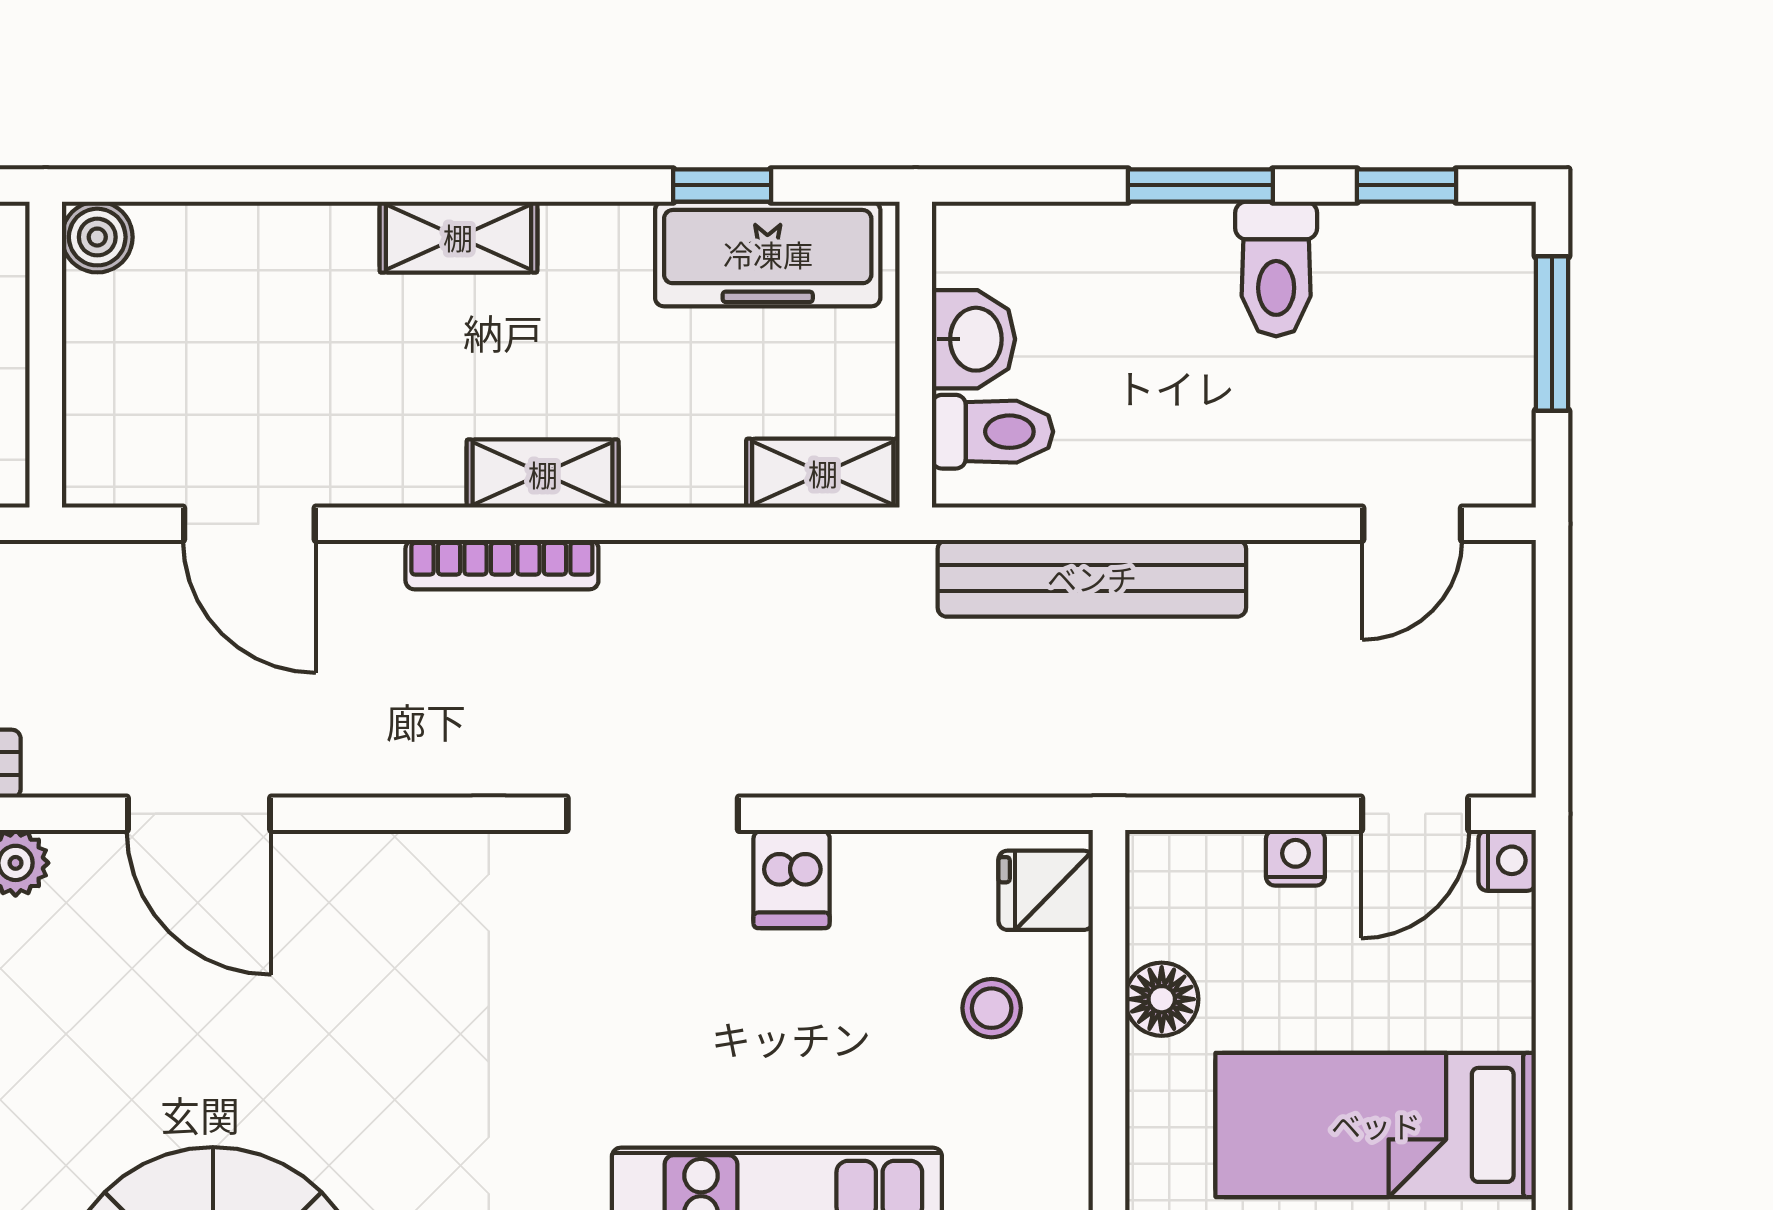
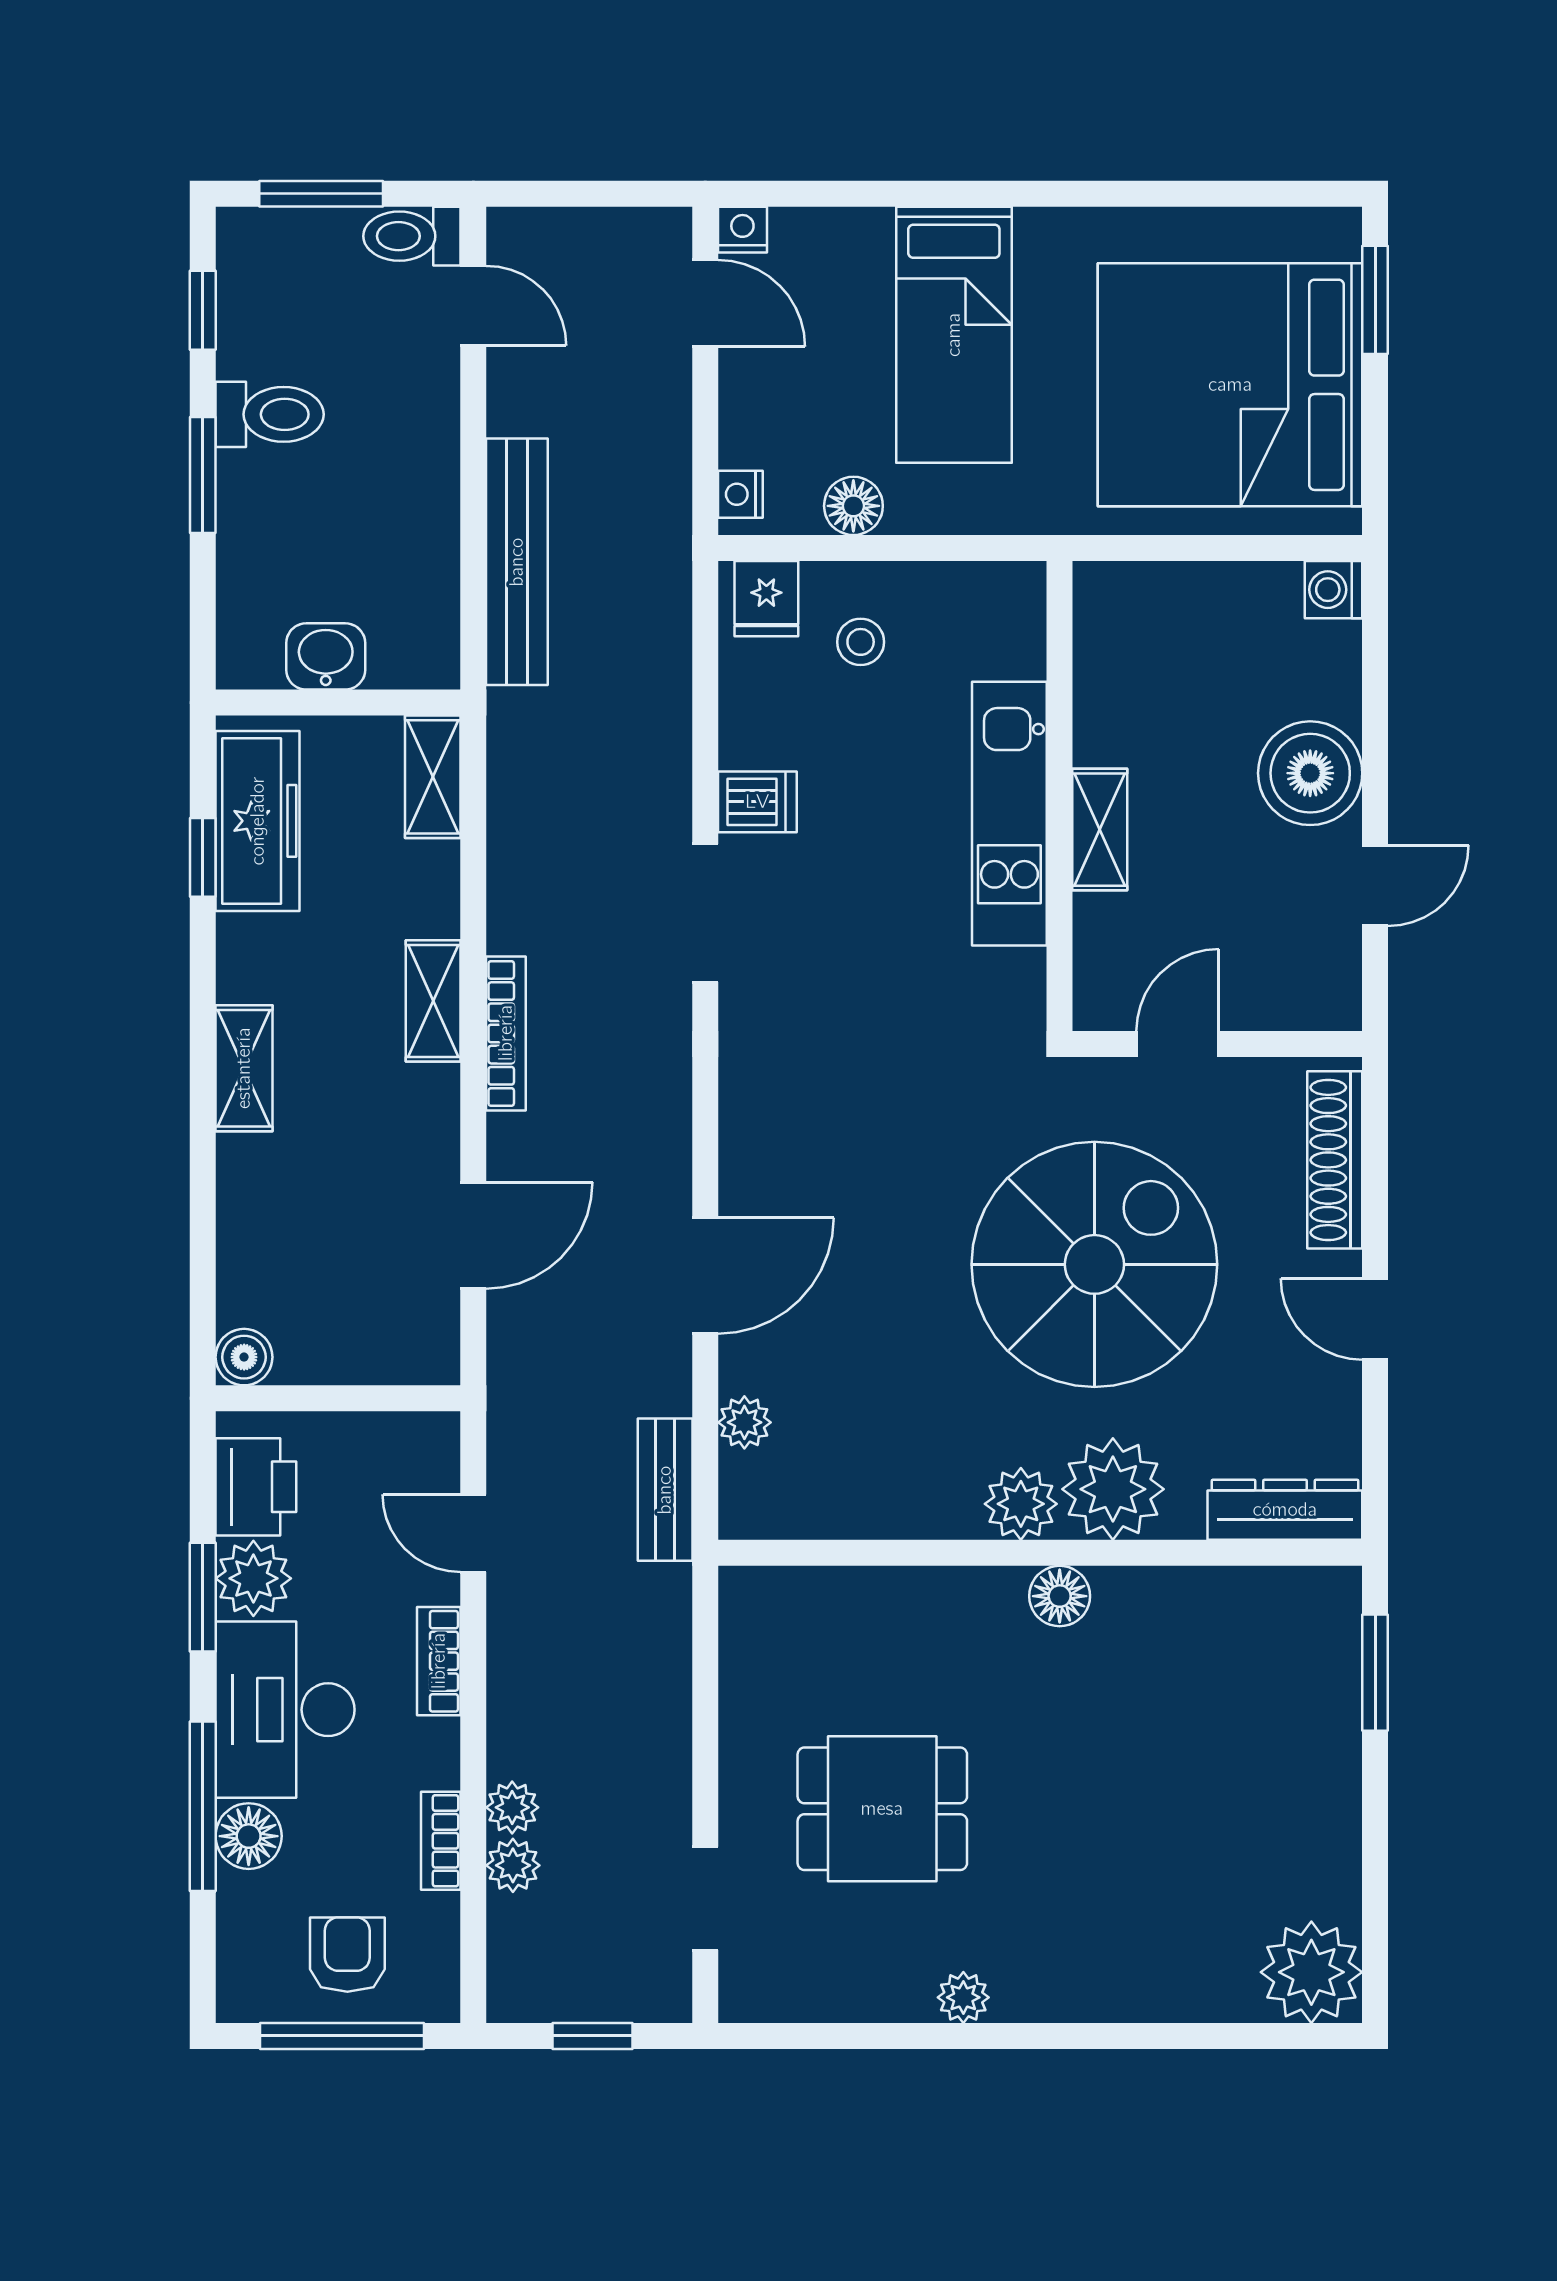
toilet: (992, 432) -> (412, 236), moved, turned -90
nightstand: (1295, 858) -> (740, 494), moved

